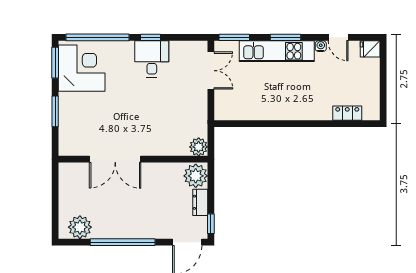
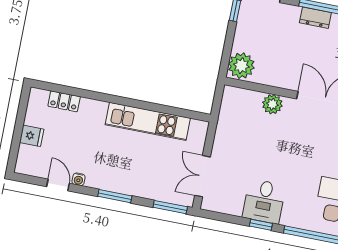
fridge: (370, 49) -> (32, 136), moved
kitchen unit: (277, 51) -> (148, 121), moved, turned 180
plant: (199, 147) -> (272, 104), moved
dresser: (200, 202) -> (315, 18), moved, turned 90

